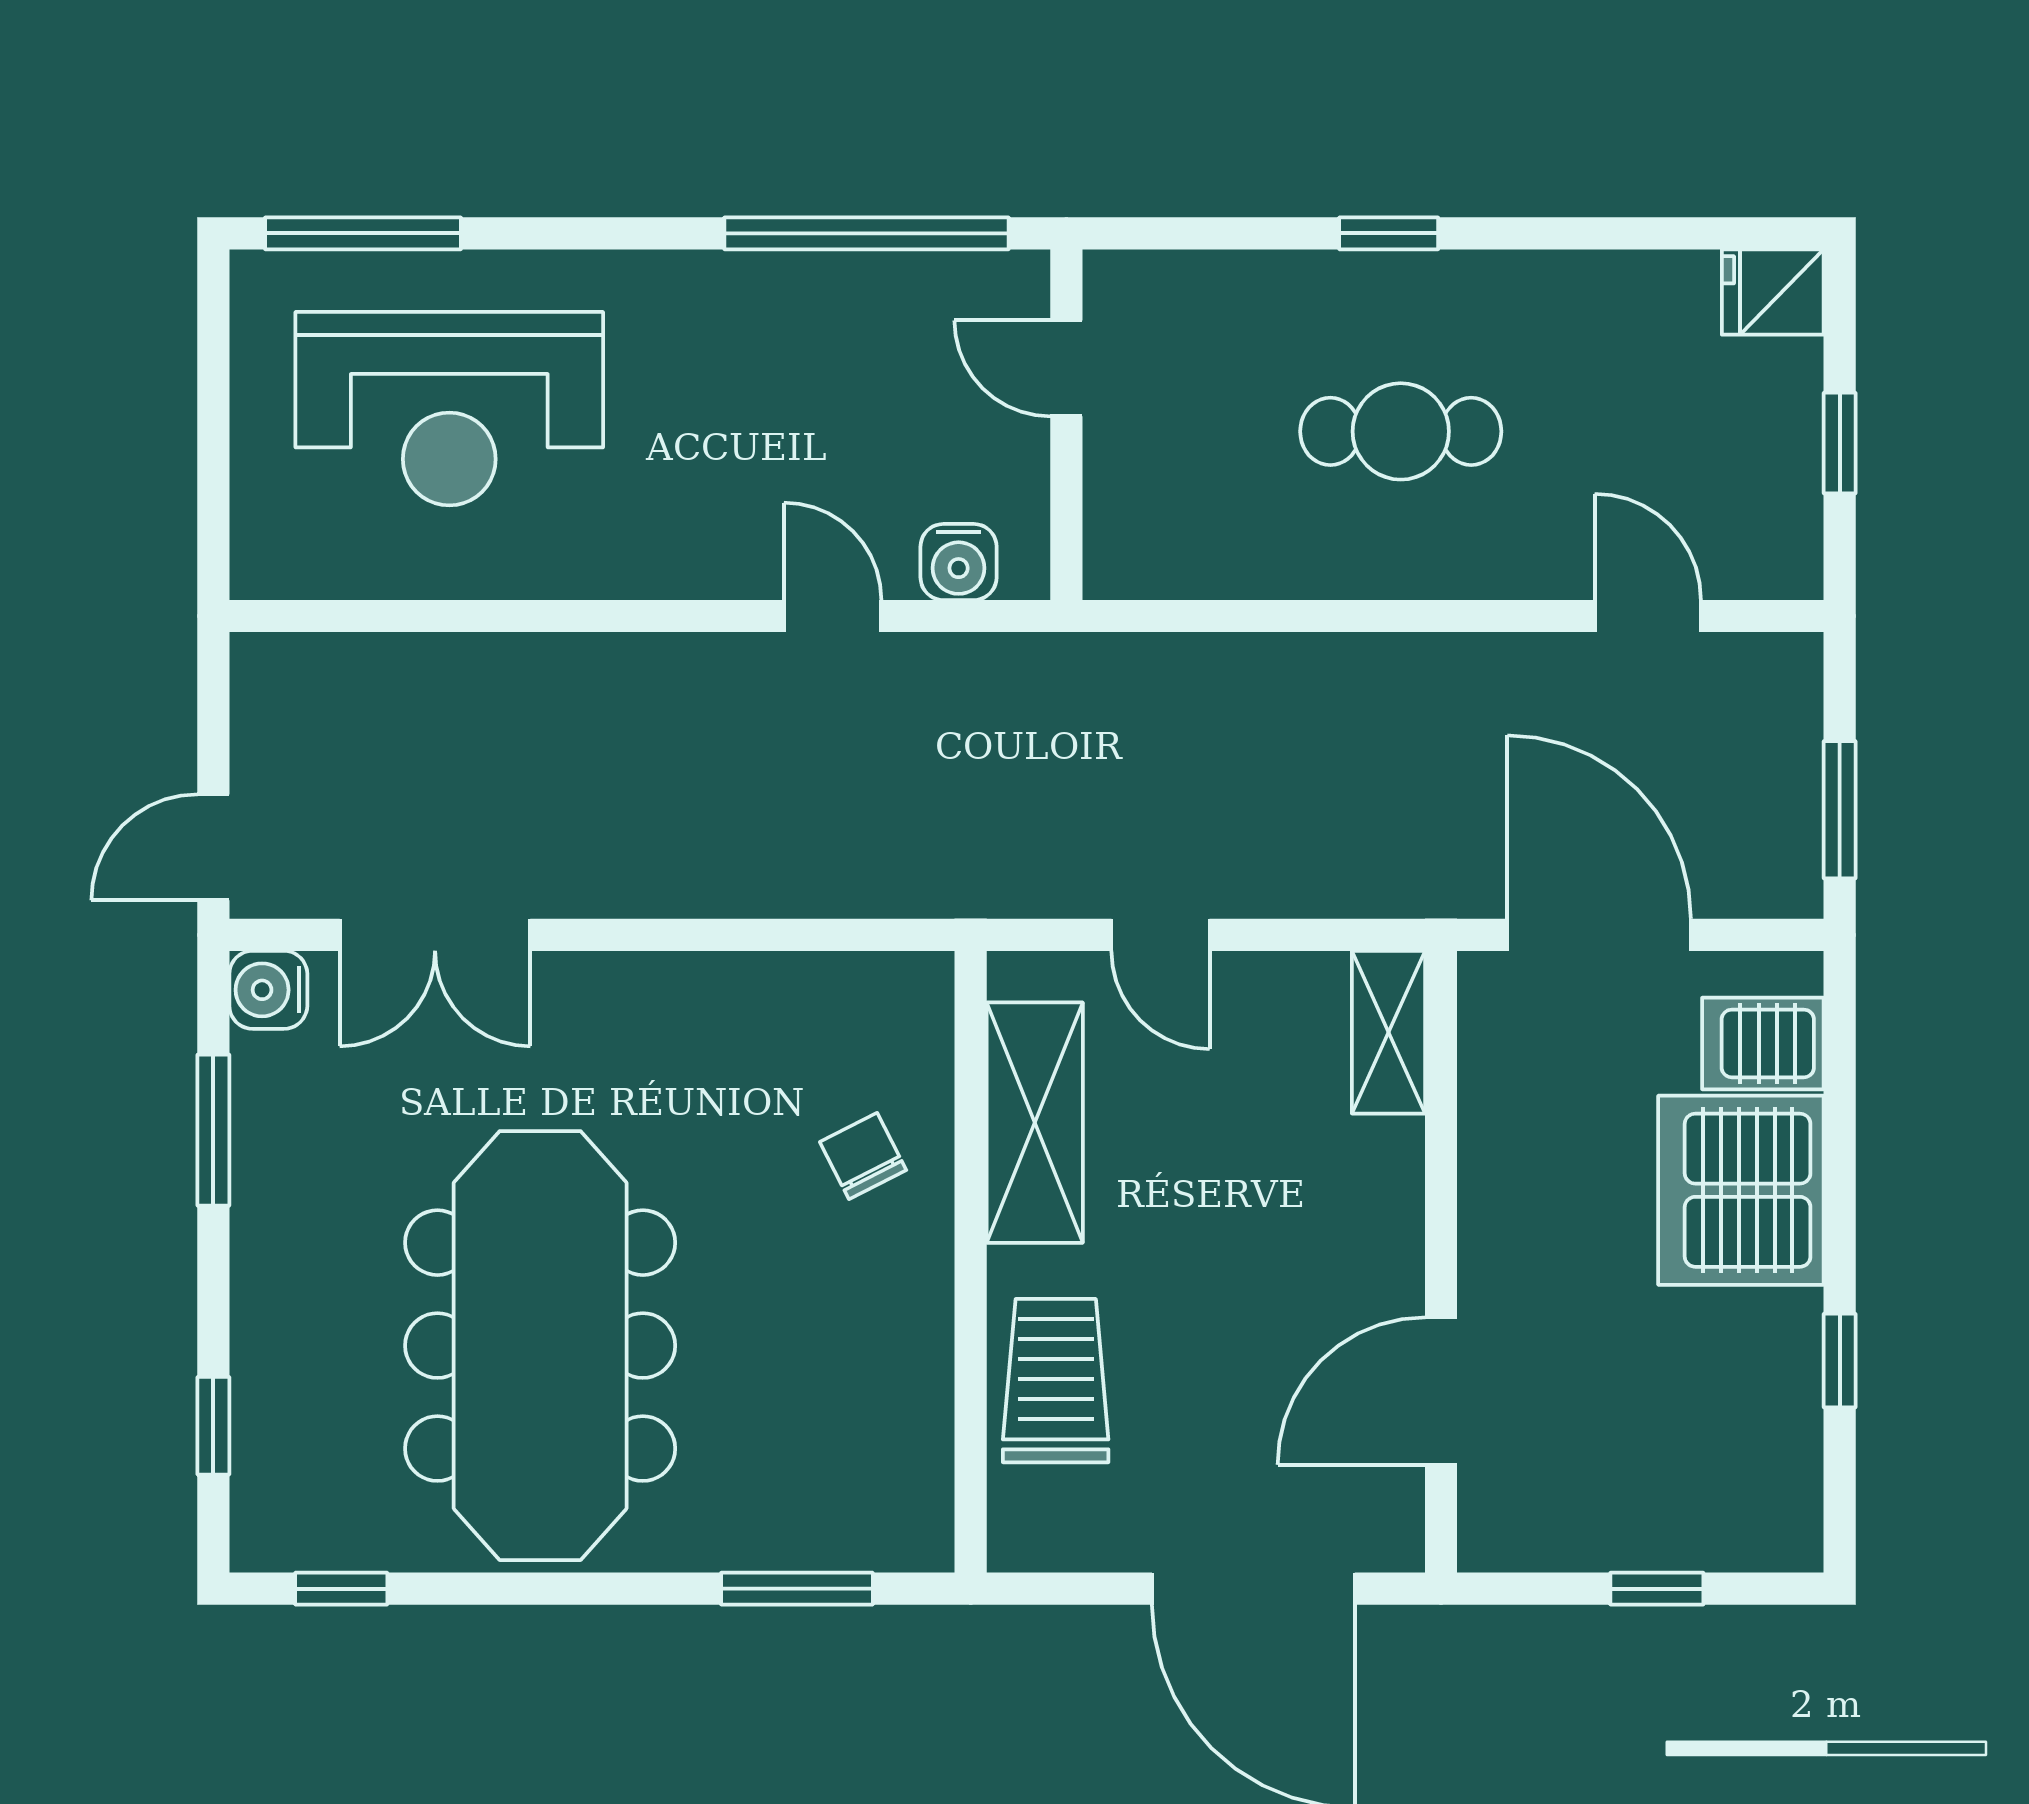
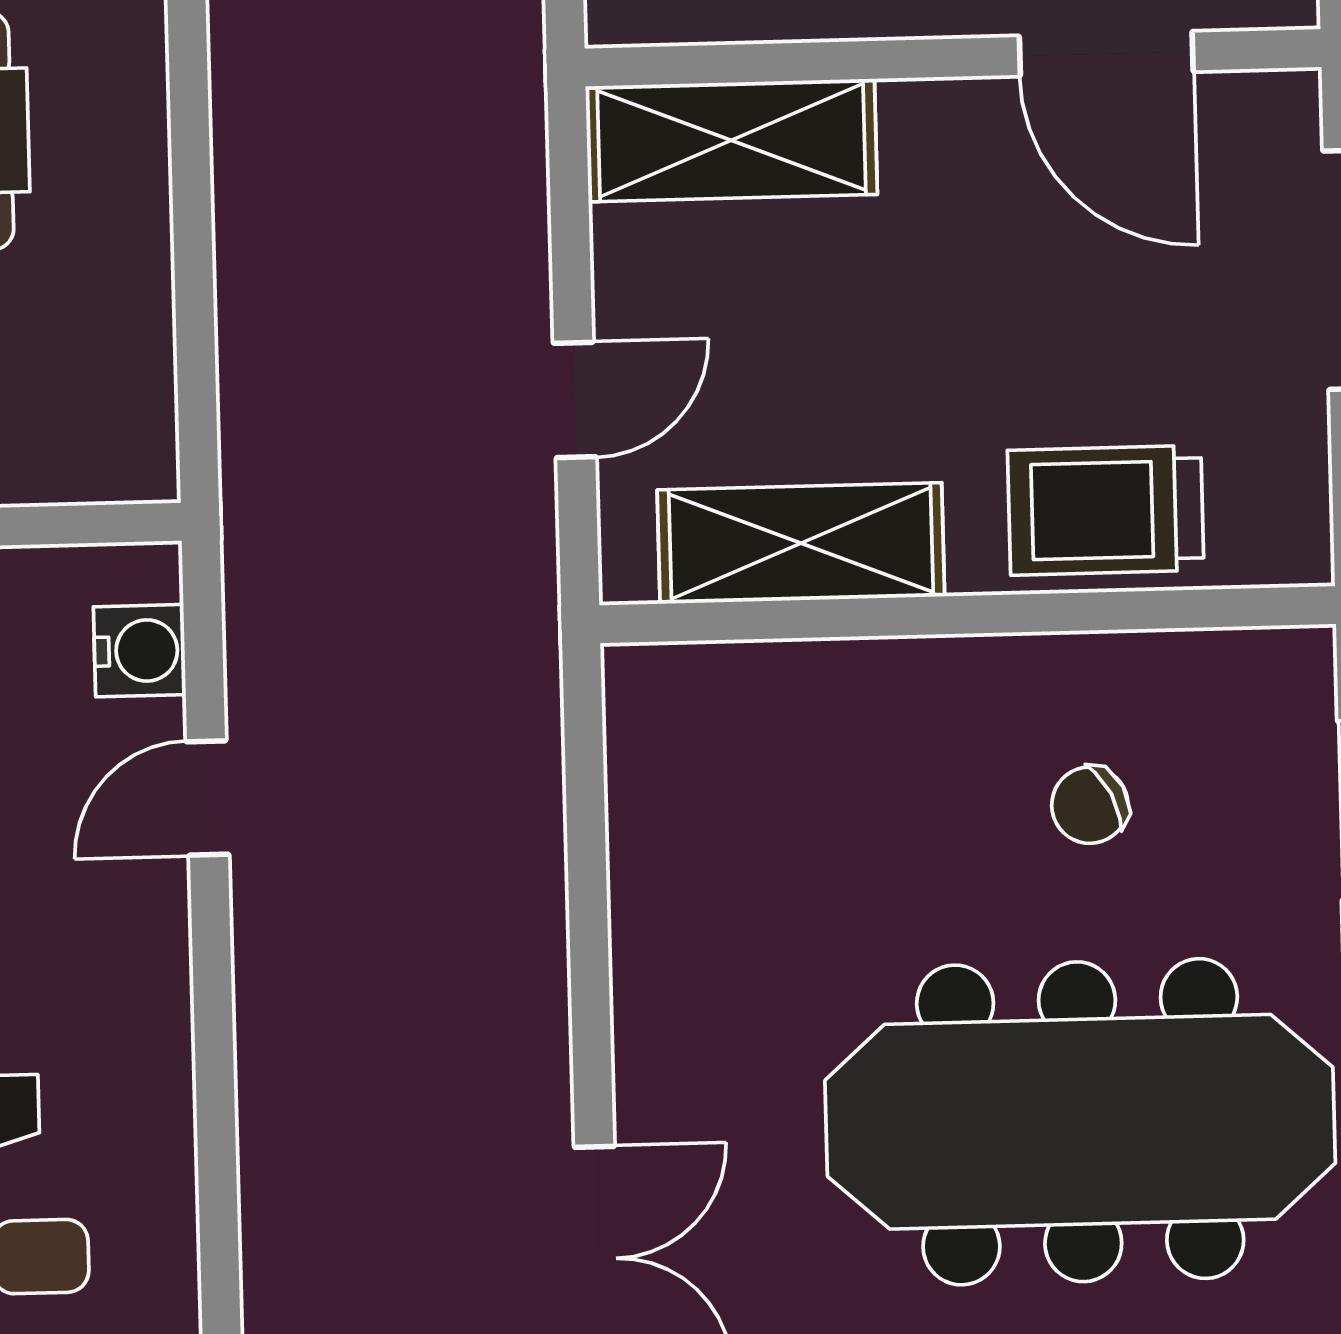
shelving: (1388, 1032) -> (731, 140), width x1.50, depth x1.33
chair: (863, 1156) -> (1090, 805), moved

